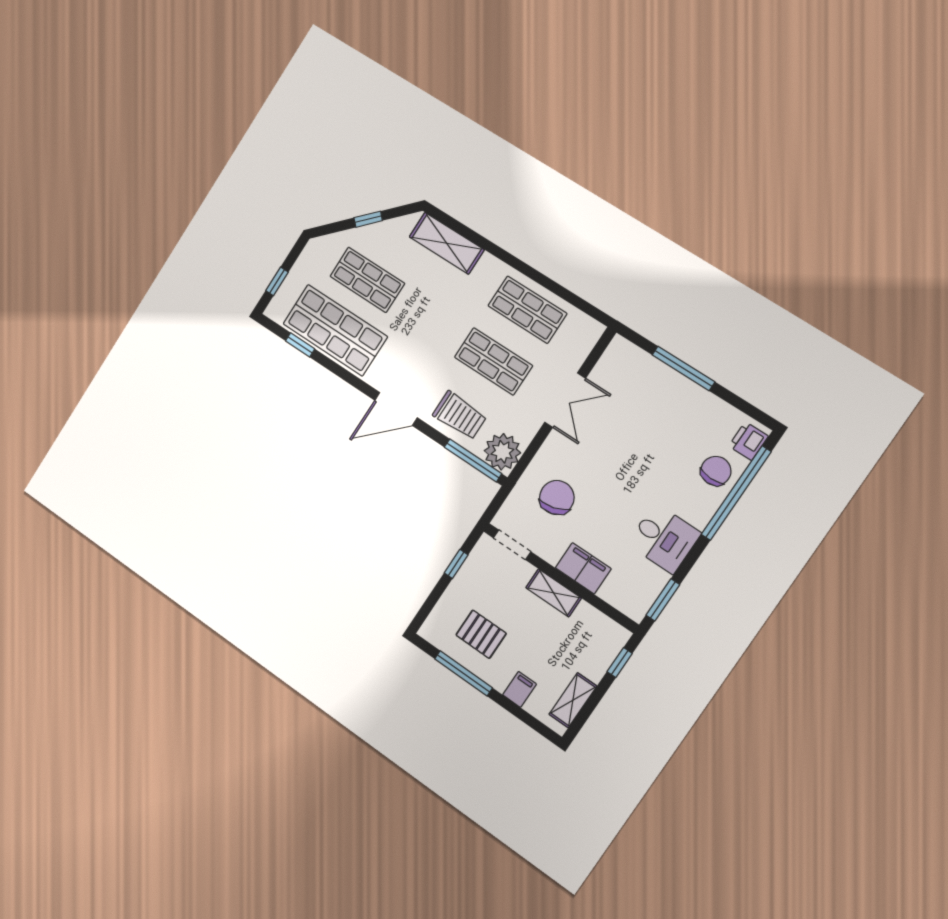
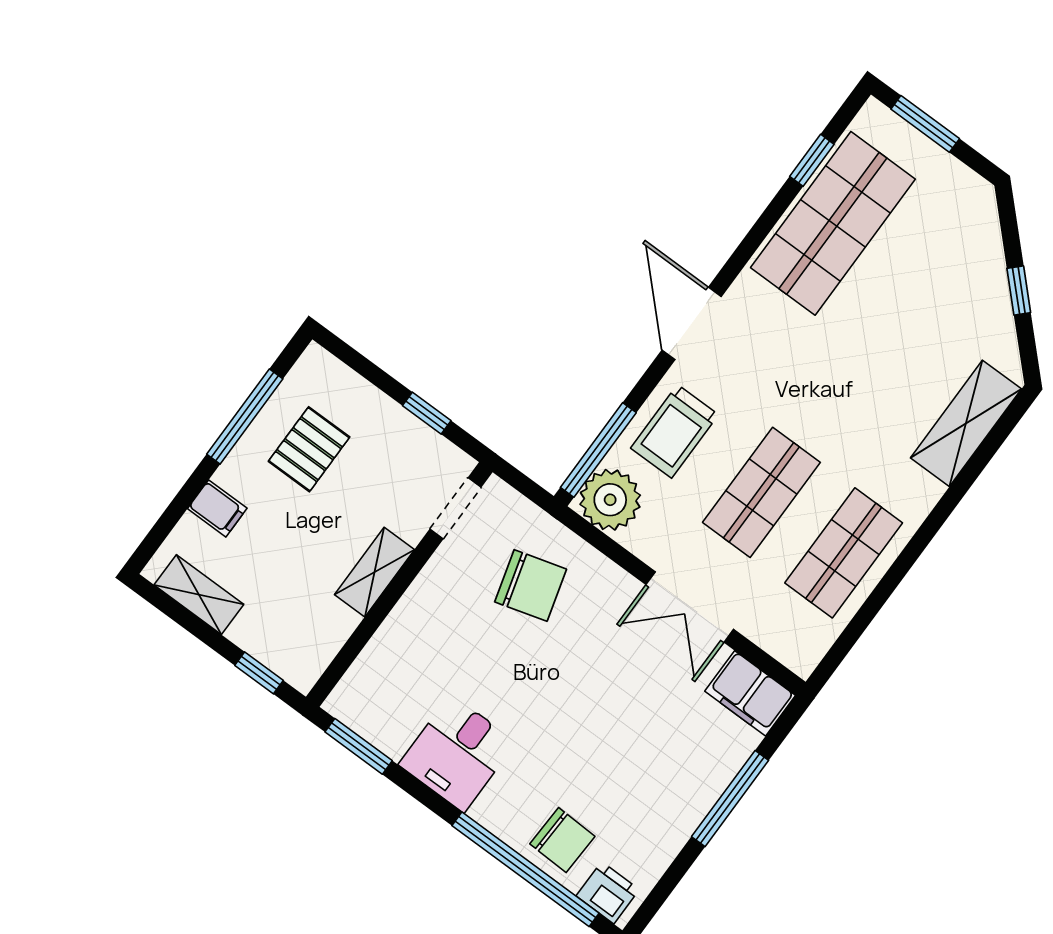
shop shelf: (367, 280) -> (915, 284), removed
window: (277, 281) -> (925, 124), width x1.50
filing cabinet: (583, 568) -> (750, 693), moved, turned 90

